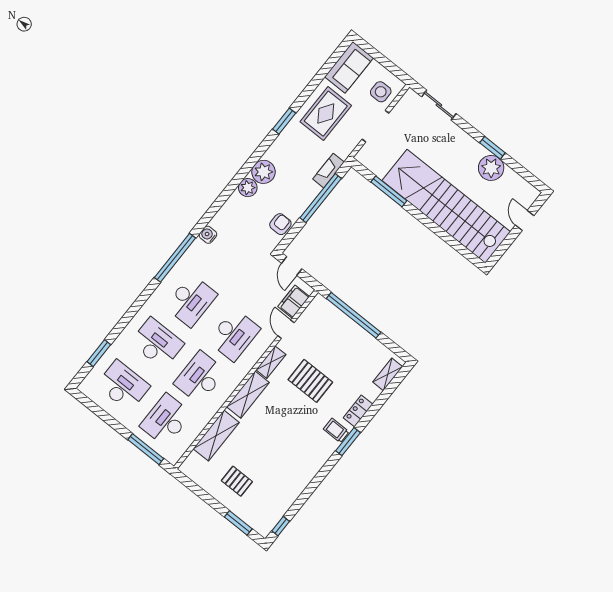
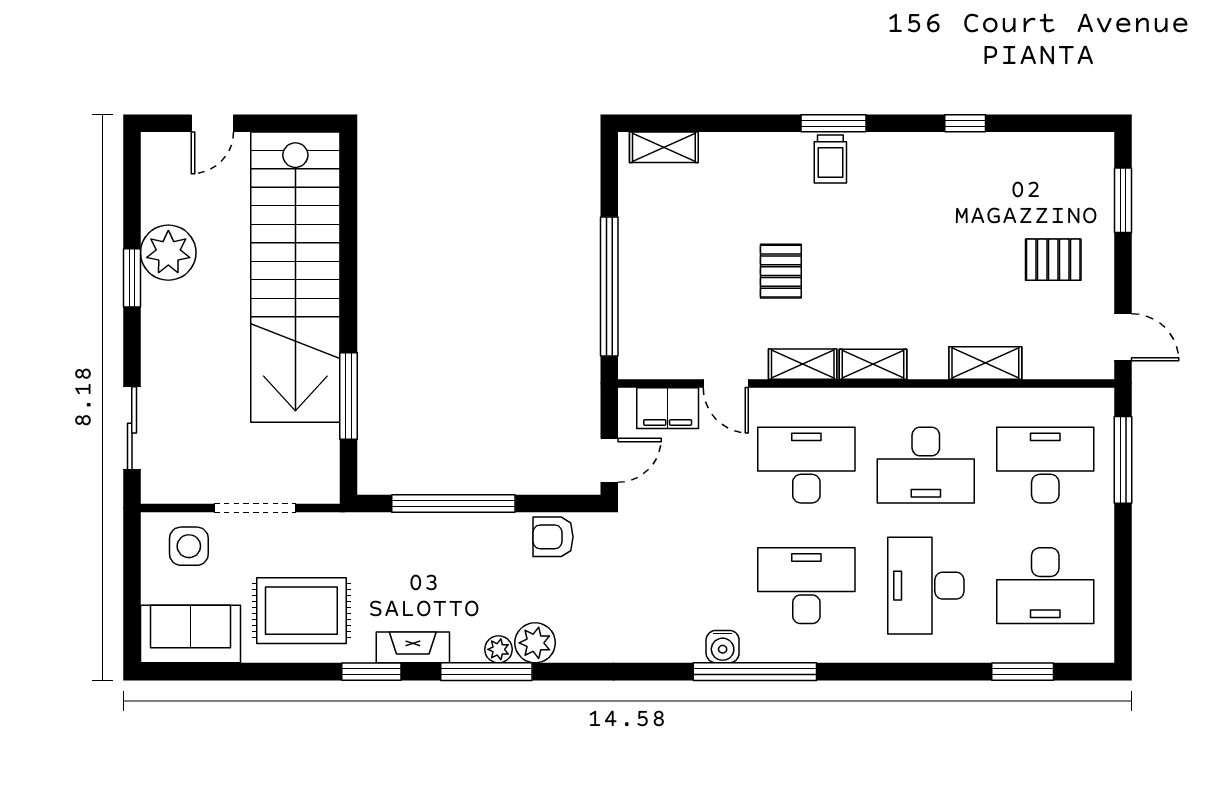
window: (251, 162) -> (486, 672), added
fireplace: (328, 171) -> (413, 647), moved, turned 180
plant: (263, 172) -> (499, 649), width x0.53, depth x0.53
water cooler: (208, 235) -> (723, 647), moved
door: (286, 329) -> (726, 384), hinge flipped
pallet: (310, 381) -> (781, 271), width x0.67, depth x0.71
desk: (123, 386) -> (1045, 586), turned -90
shelving: (248, 395) -> (873, 364), width x0.67, depth x0.75
locker: (358, 411) -> (767, 148), removed
desk: (166, 420) -> (1045, 465), turned 180
shelving: (216, 436) -> (985, 363), width x0.67, depth x0.75
pallet: (237, 481) -> (1053, 260), turned 90
door: (189, 484) -> (1123, 337), added
window: (281, 526) -> (965, 123), moved

